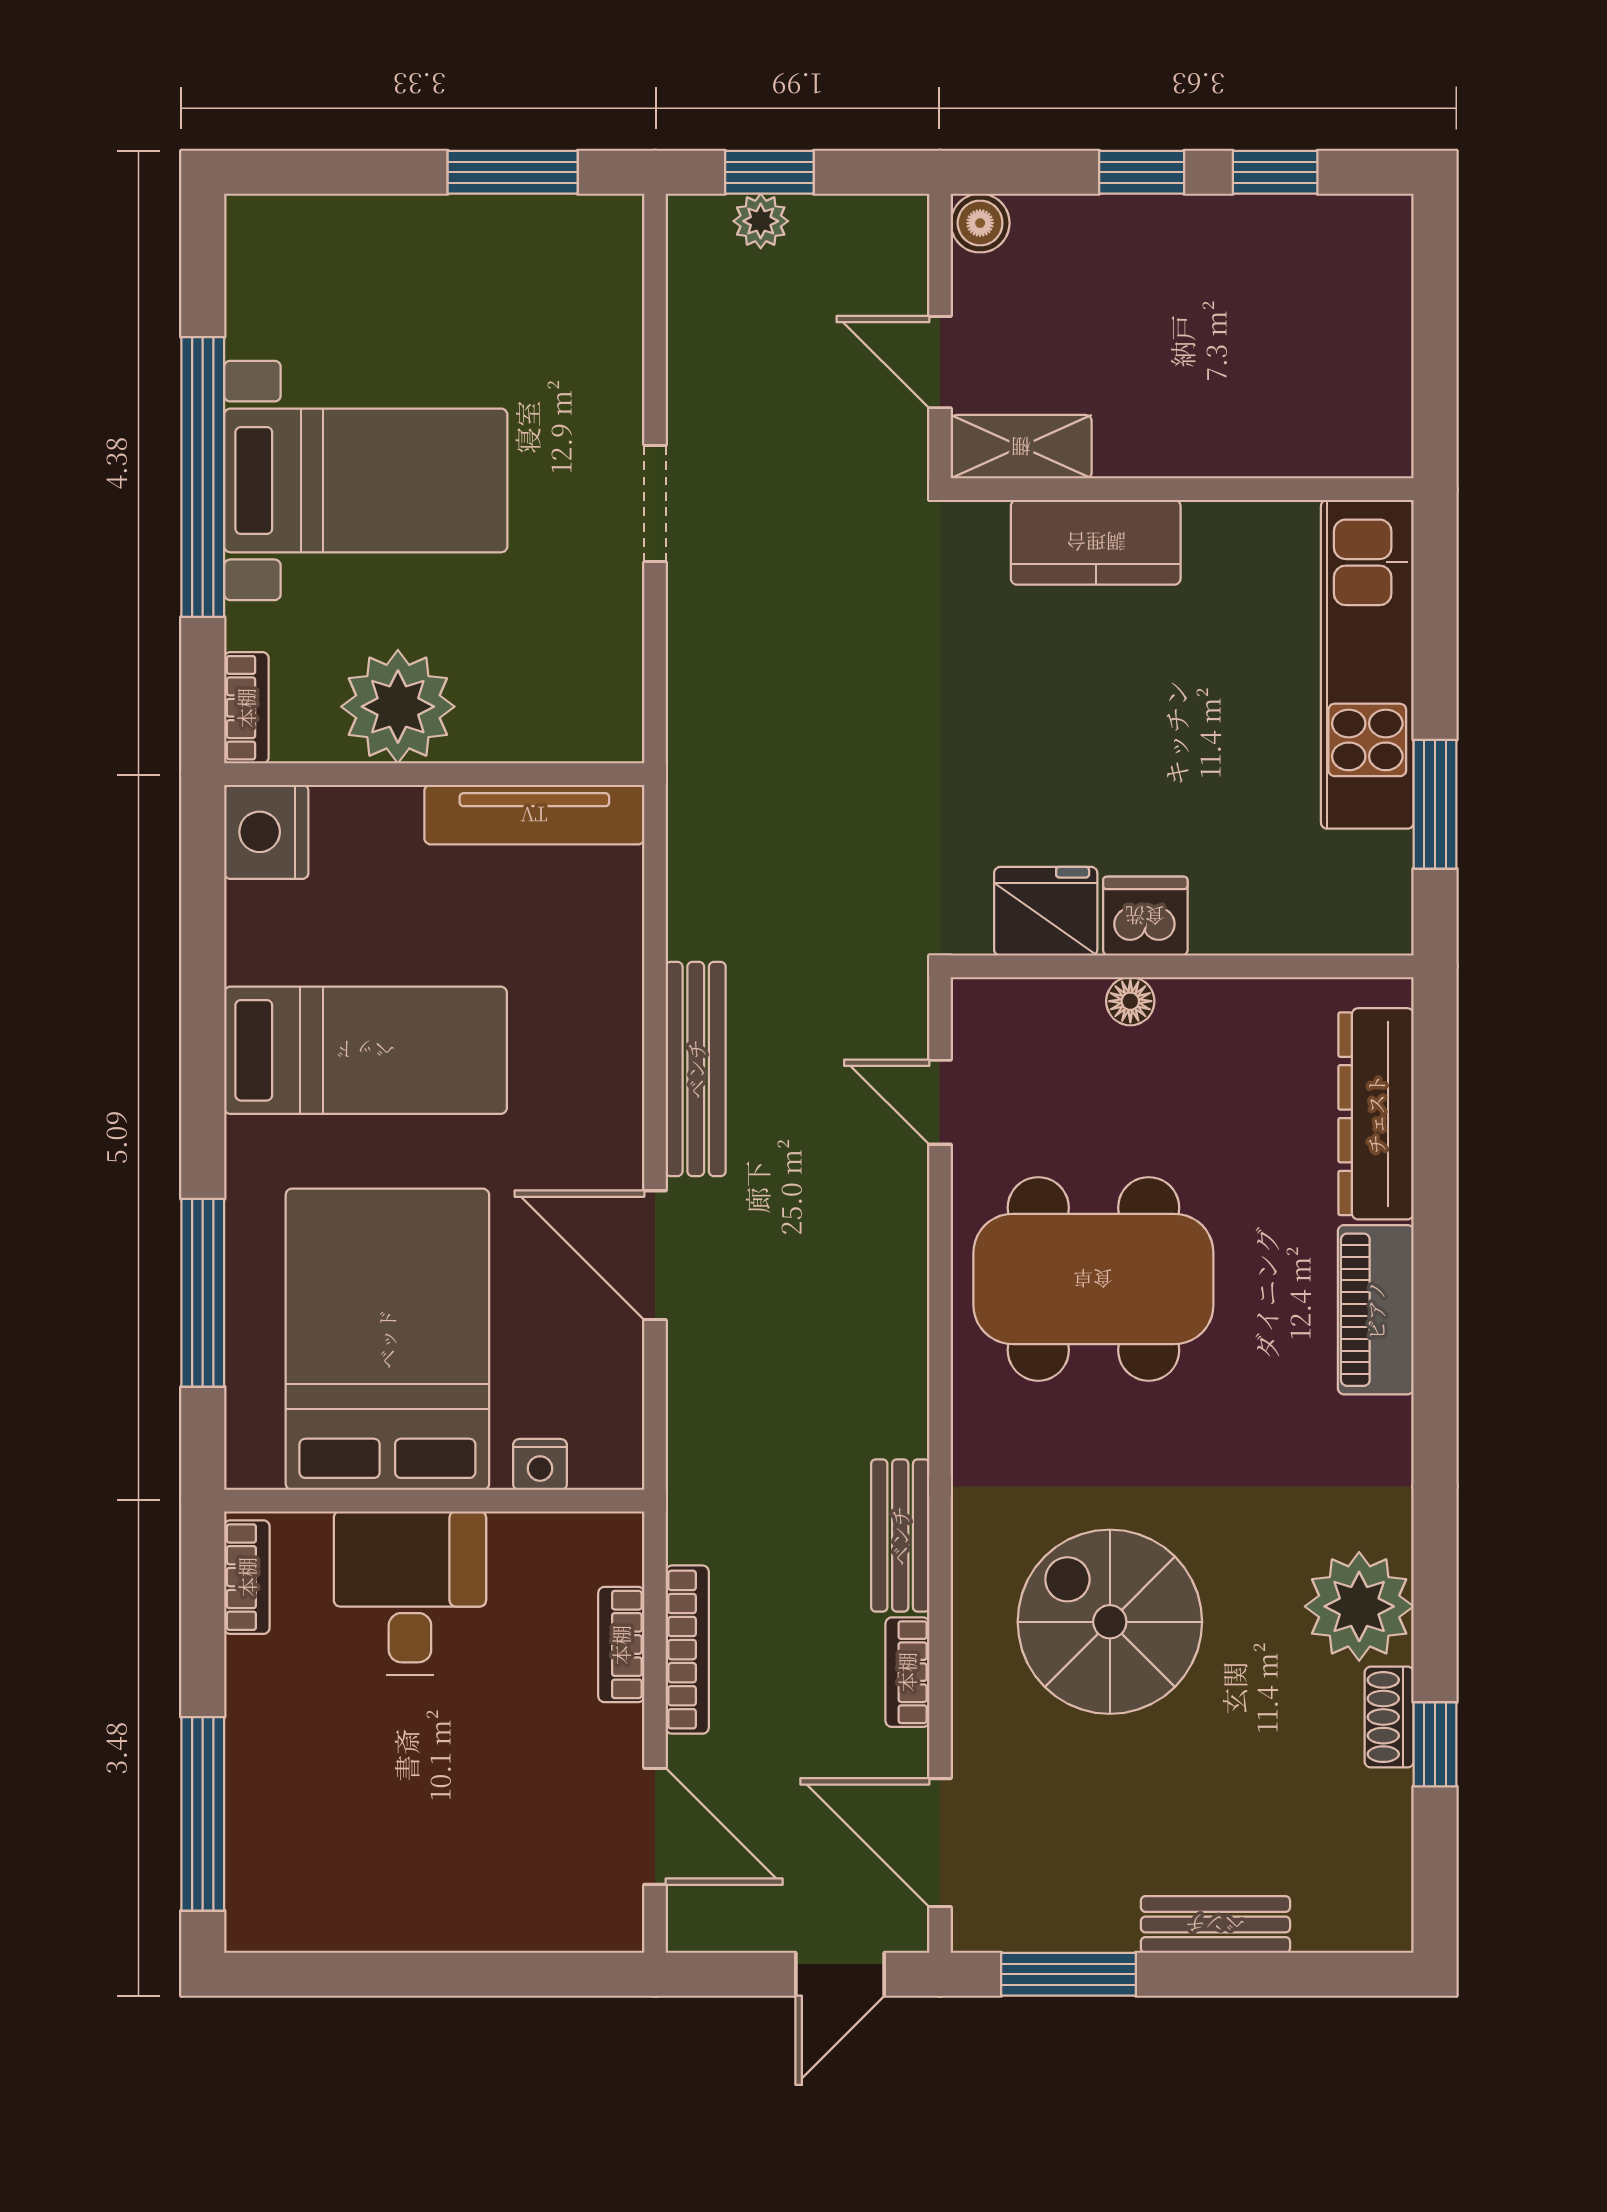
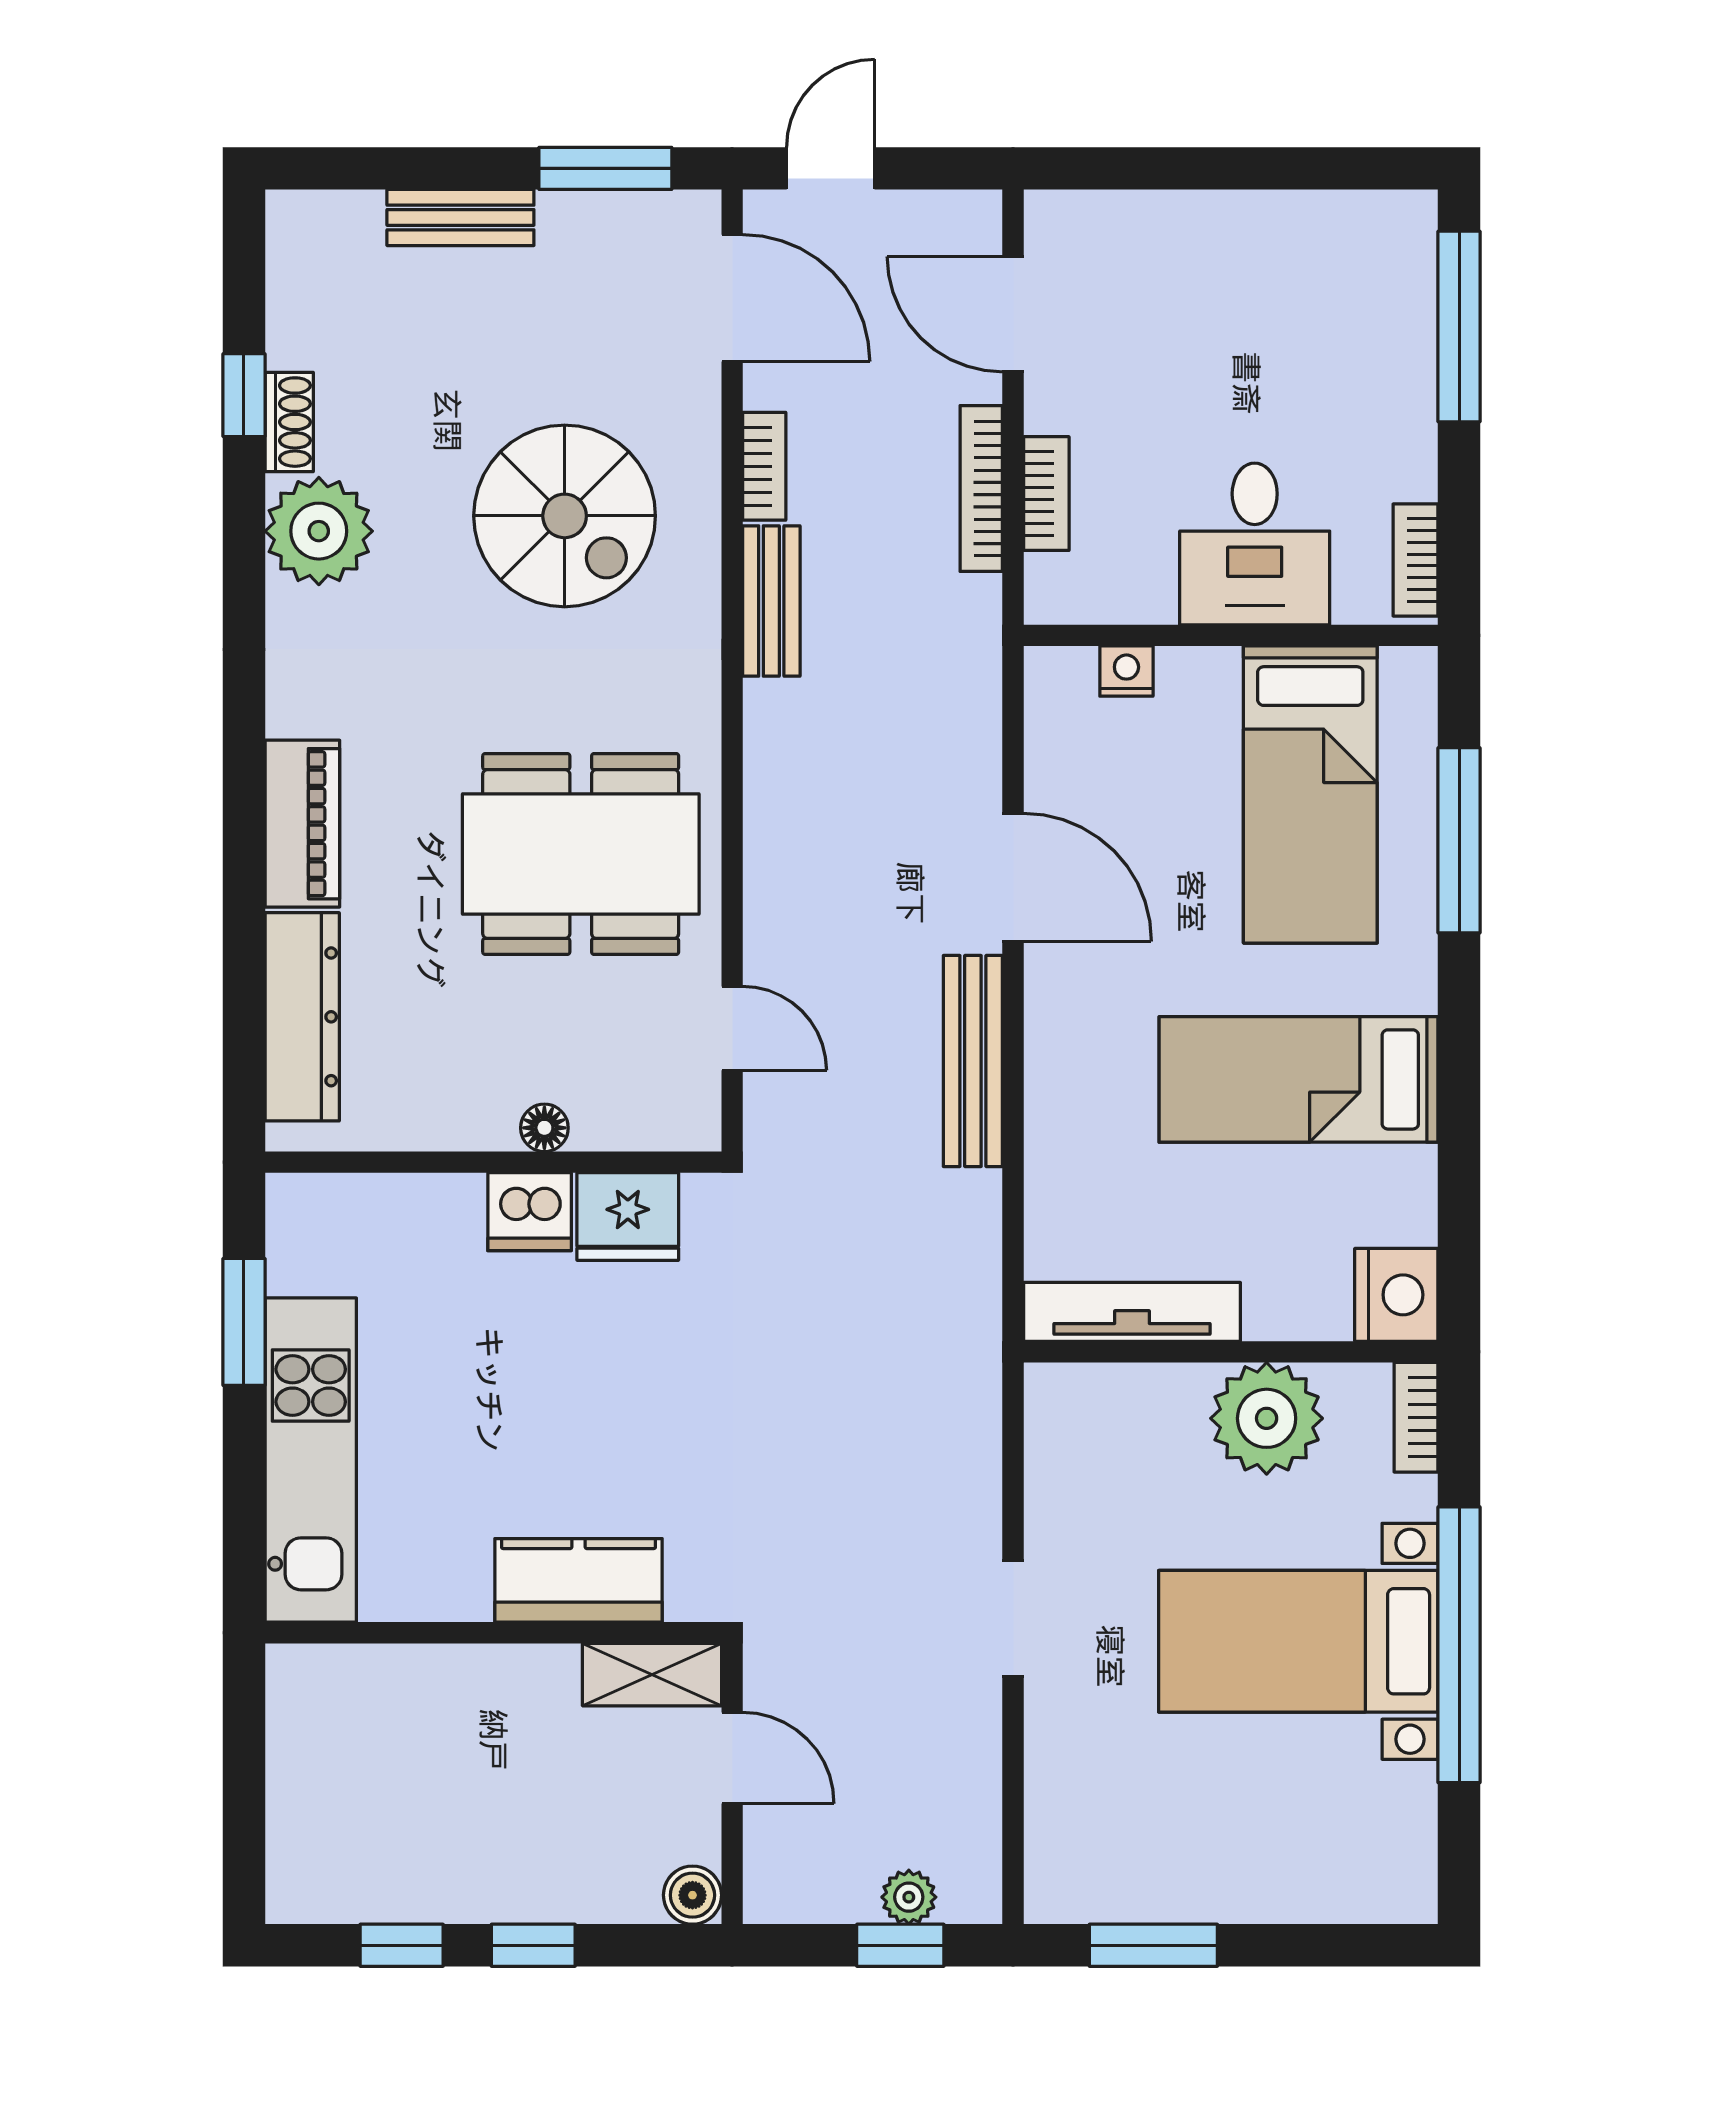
bed: (387, 1339) -> (1310, 794), width x0.67

